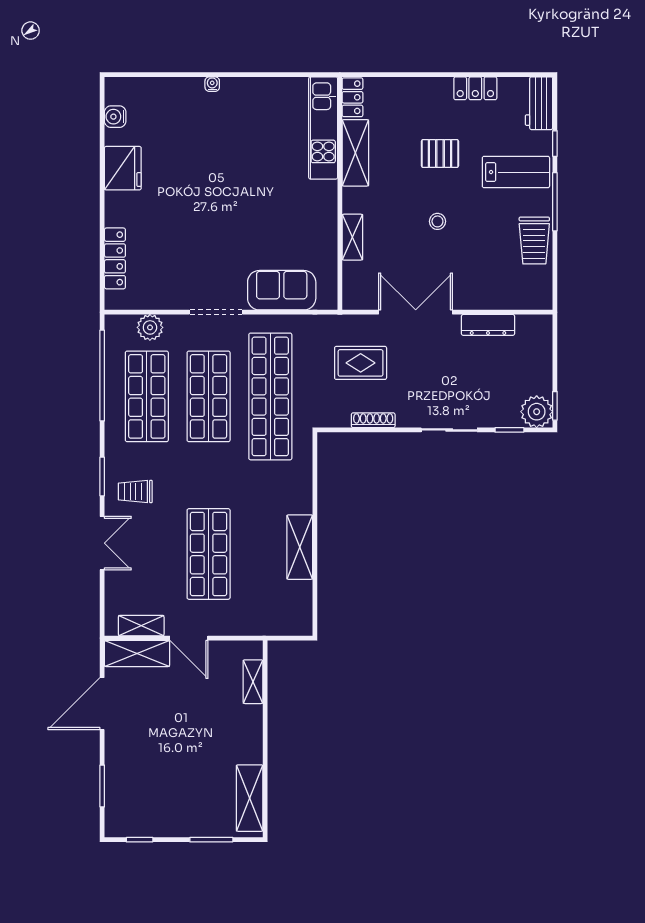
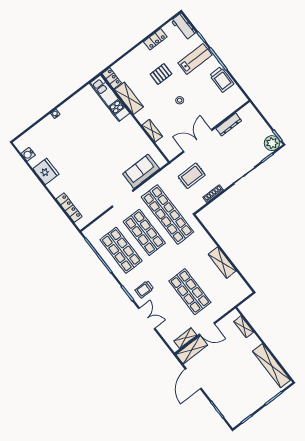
plant: (150, 327) -> (102, 223), removed
shelving: (250, 798) -> (272, 366), width x1.47

